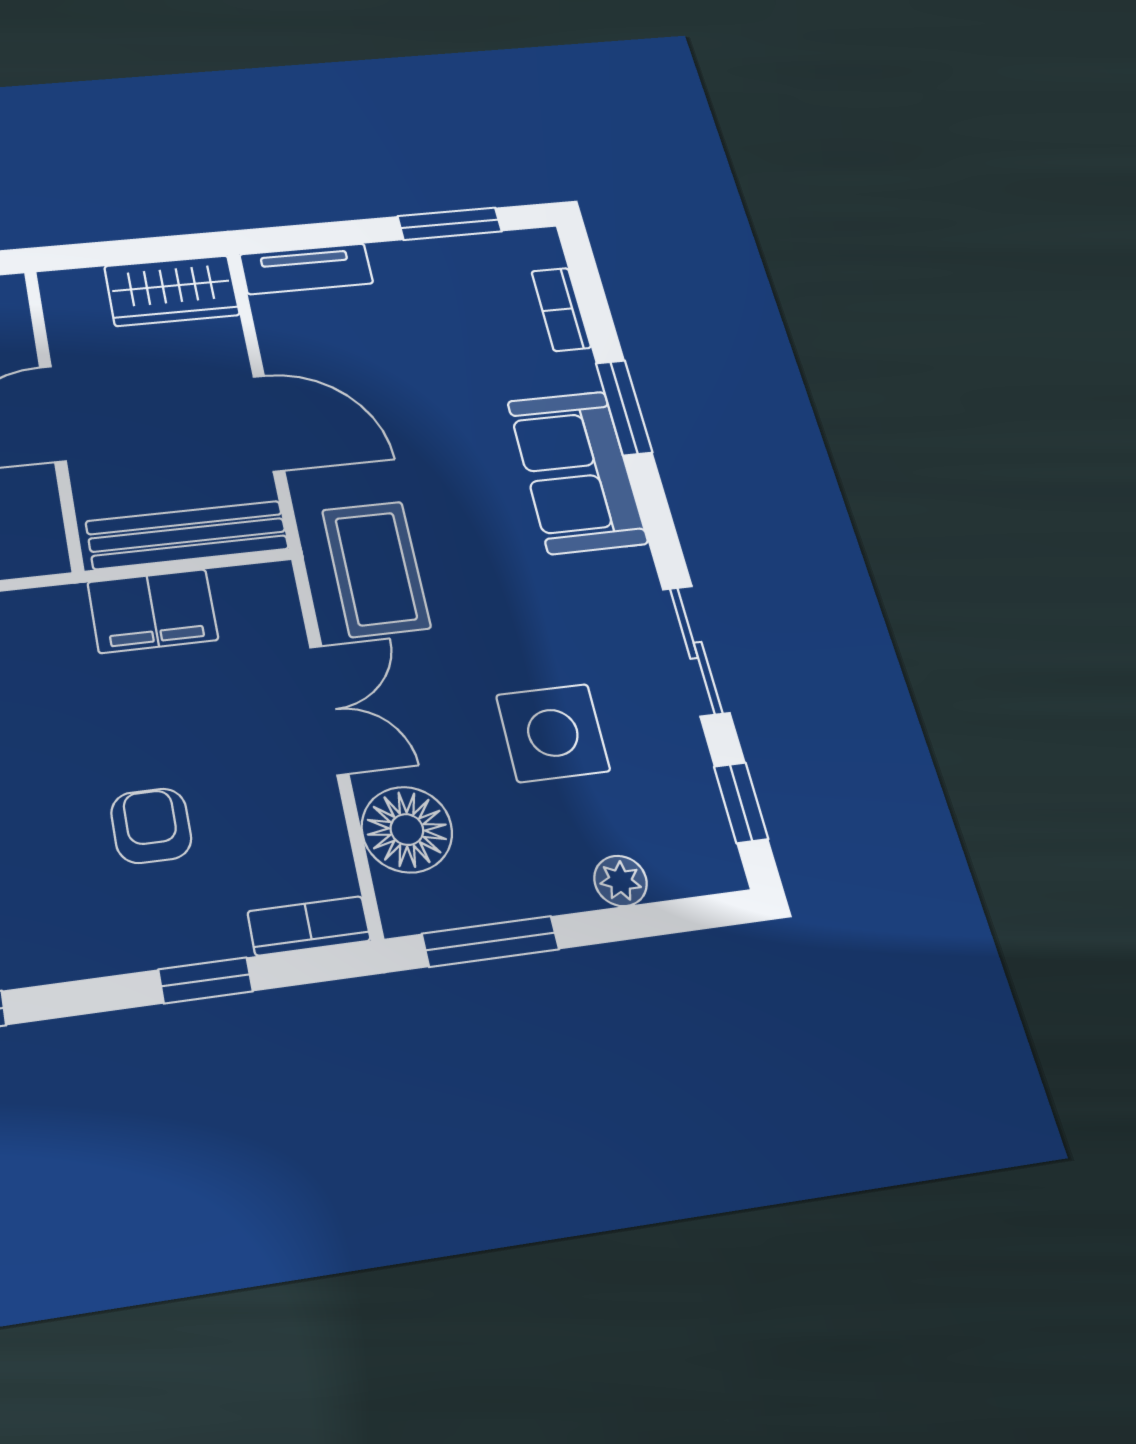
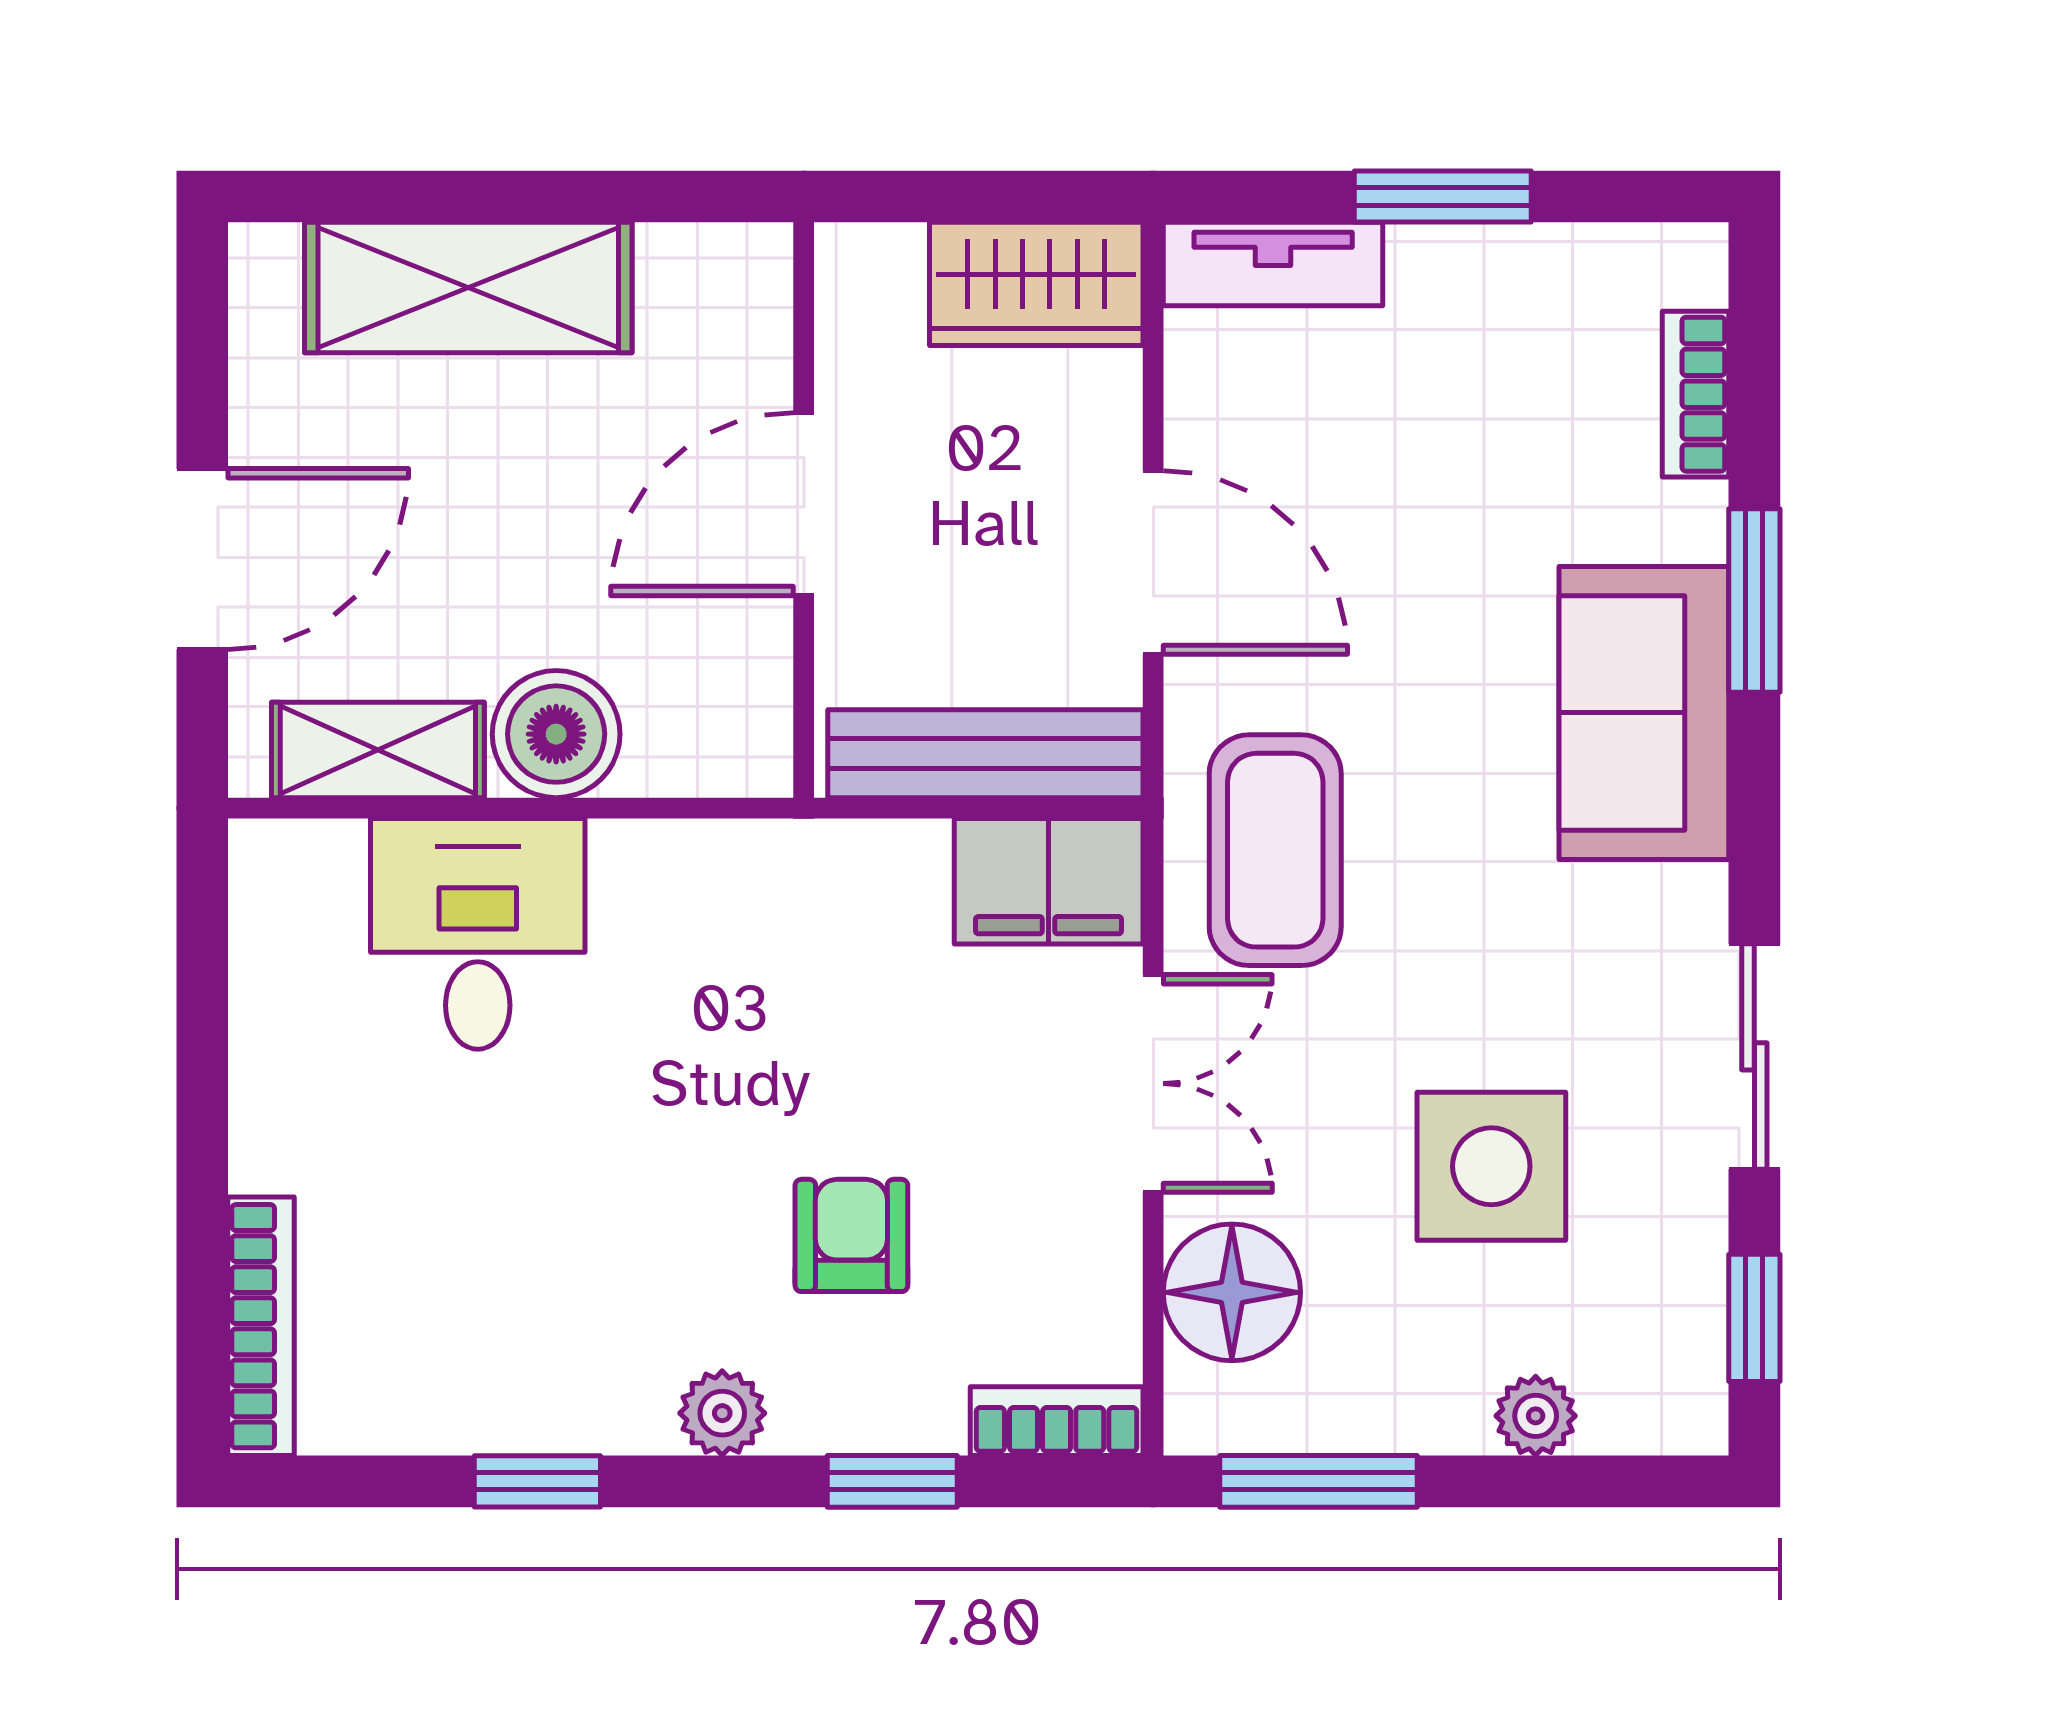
window: (450, 224) -> (1443, 196), moved
filing cabinet: (153, 611) -> (1049, 881), moved
plant: (82, 951) -> (722, 1413), added

